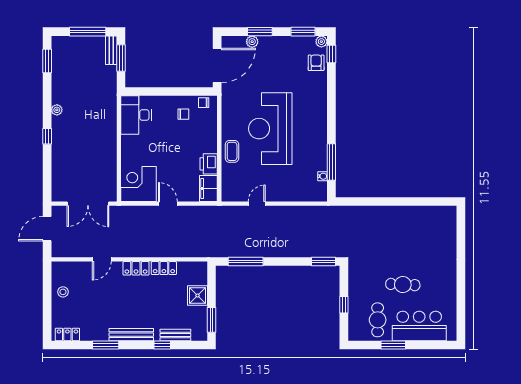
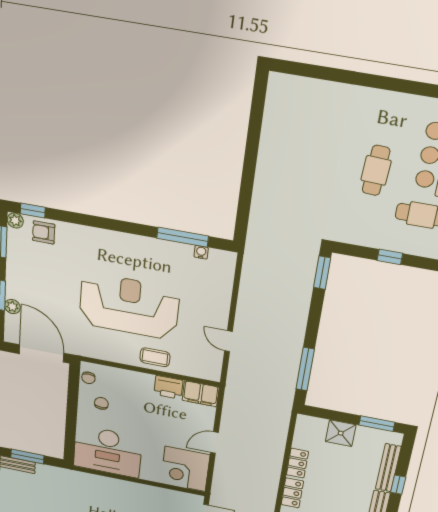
desk: (136, 115) -> (108, 451), width x1.36, depth x1.30
reception desk: (270, 129) -> (129, 306), turned 180
bench: (175, 335) -> (388, 468), width x1.36

